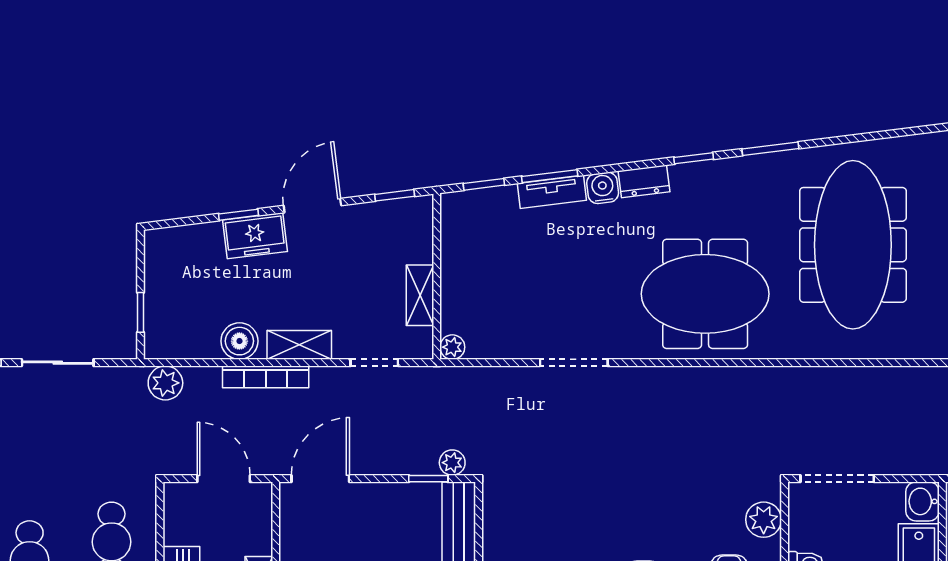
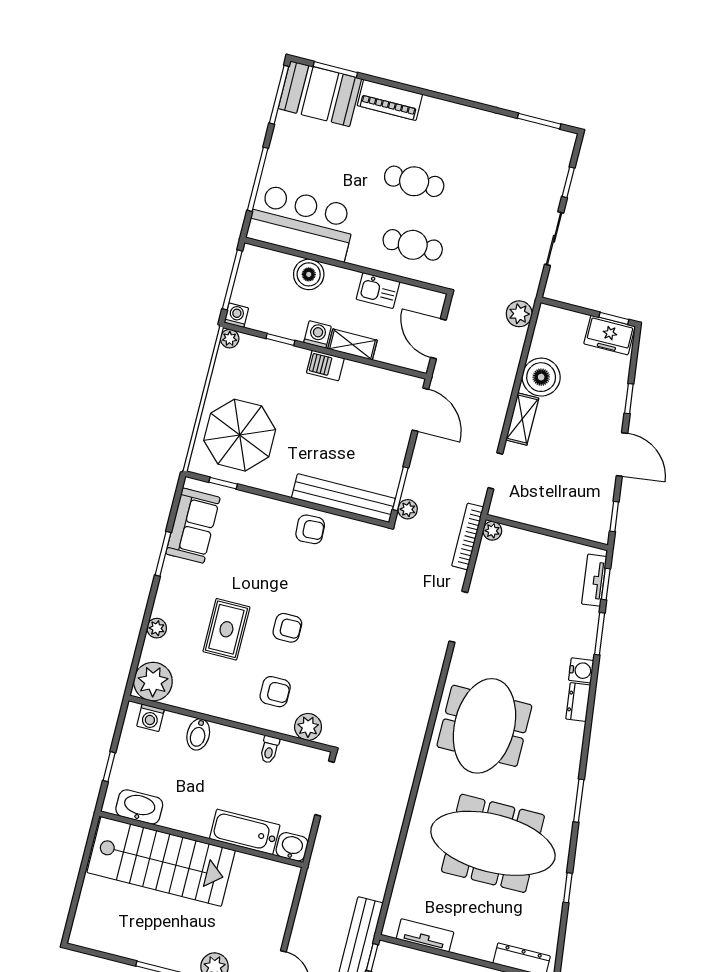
window: (694, 158) -> (568, 888), moved
tv unit: (552, 192) -> (594, 580), moved
freezer: (255, 236) -> (609, 335), moved, turned -83
shelving: (420, 295) -> (536, 517), removed
window: (140, 312) -> (614, 318), moved
boiler: (239, 341) -> (541, 377), width x1.37, depth x1.37
bookcase: (266, 377) -> (468, 536), moved
door: (224, 479) -> (438, 339), swing flipped
window: (428, 479) -> (400, 489), width x1.50

